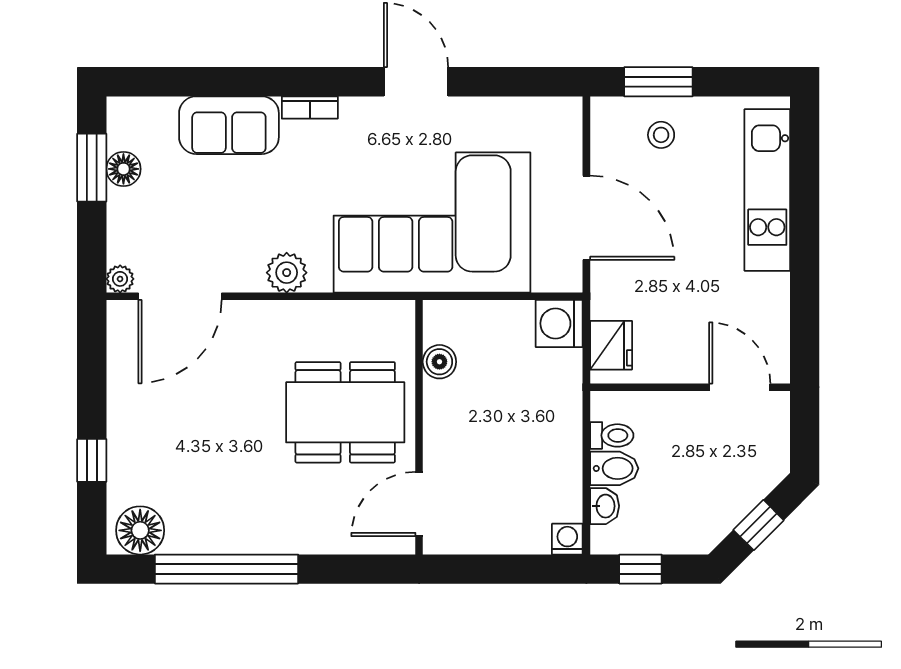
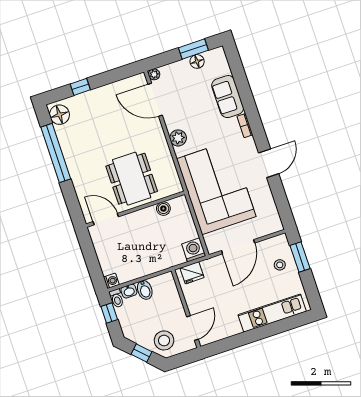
toilet: (612, 435) -> (117, 298), moved
stool: (747, 463) -> (164, 340), added

